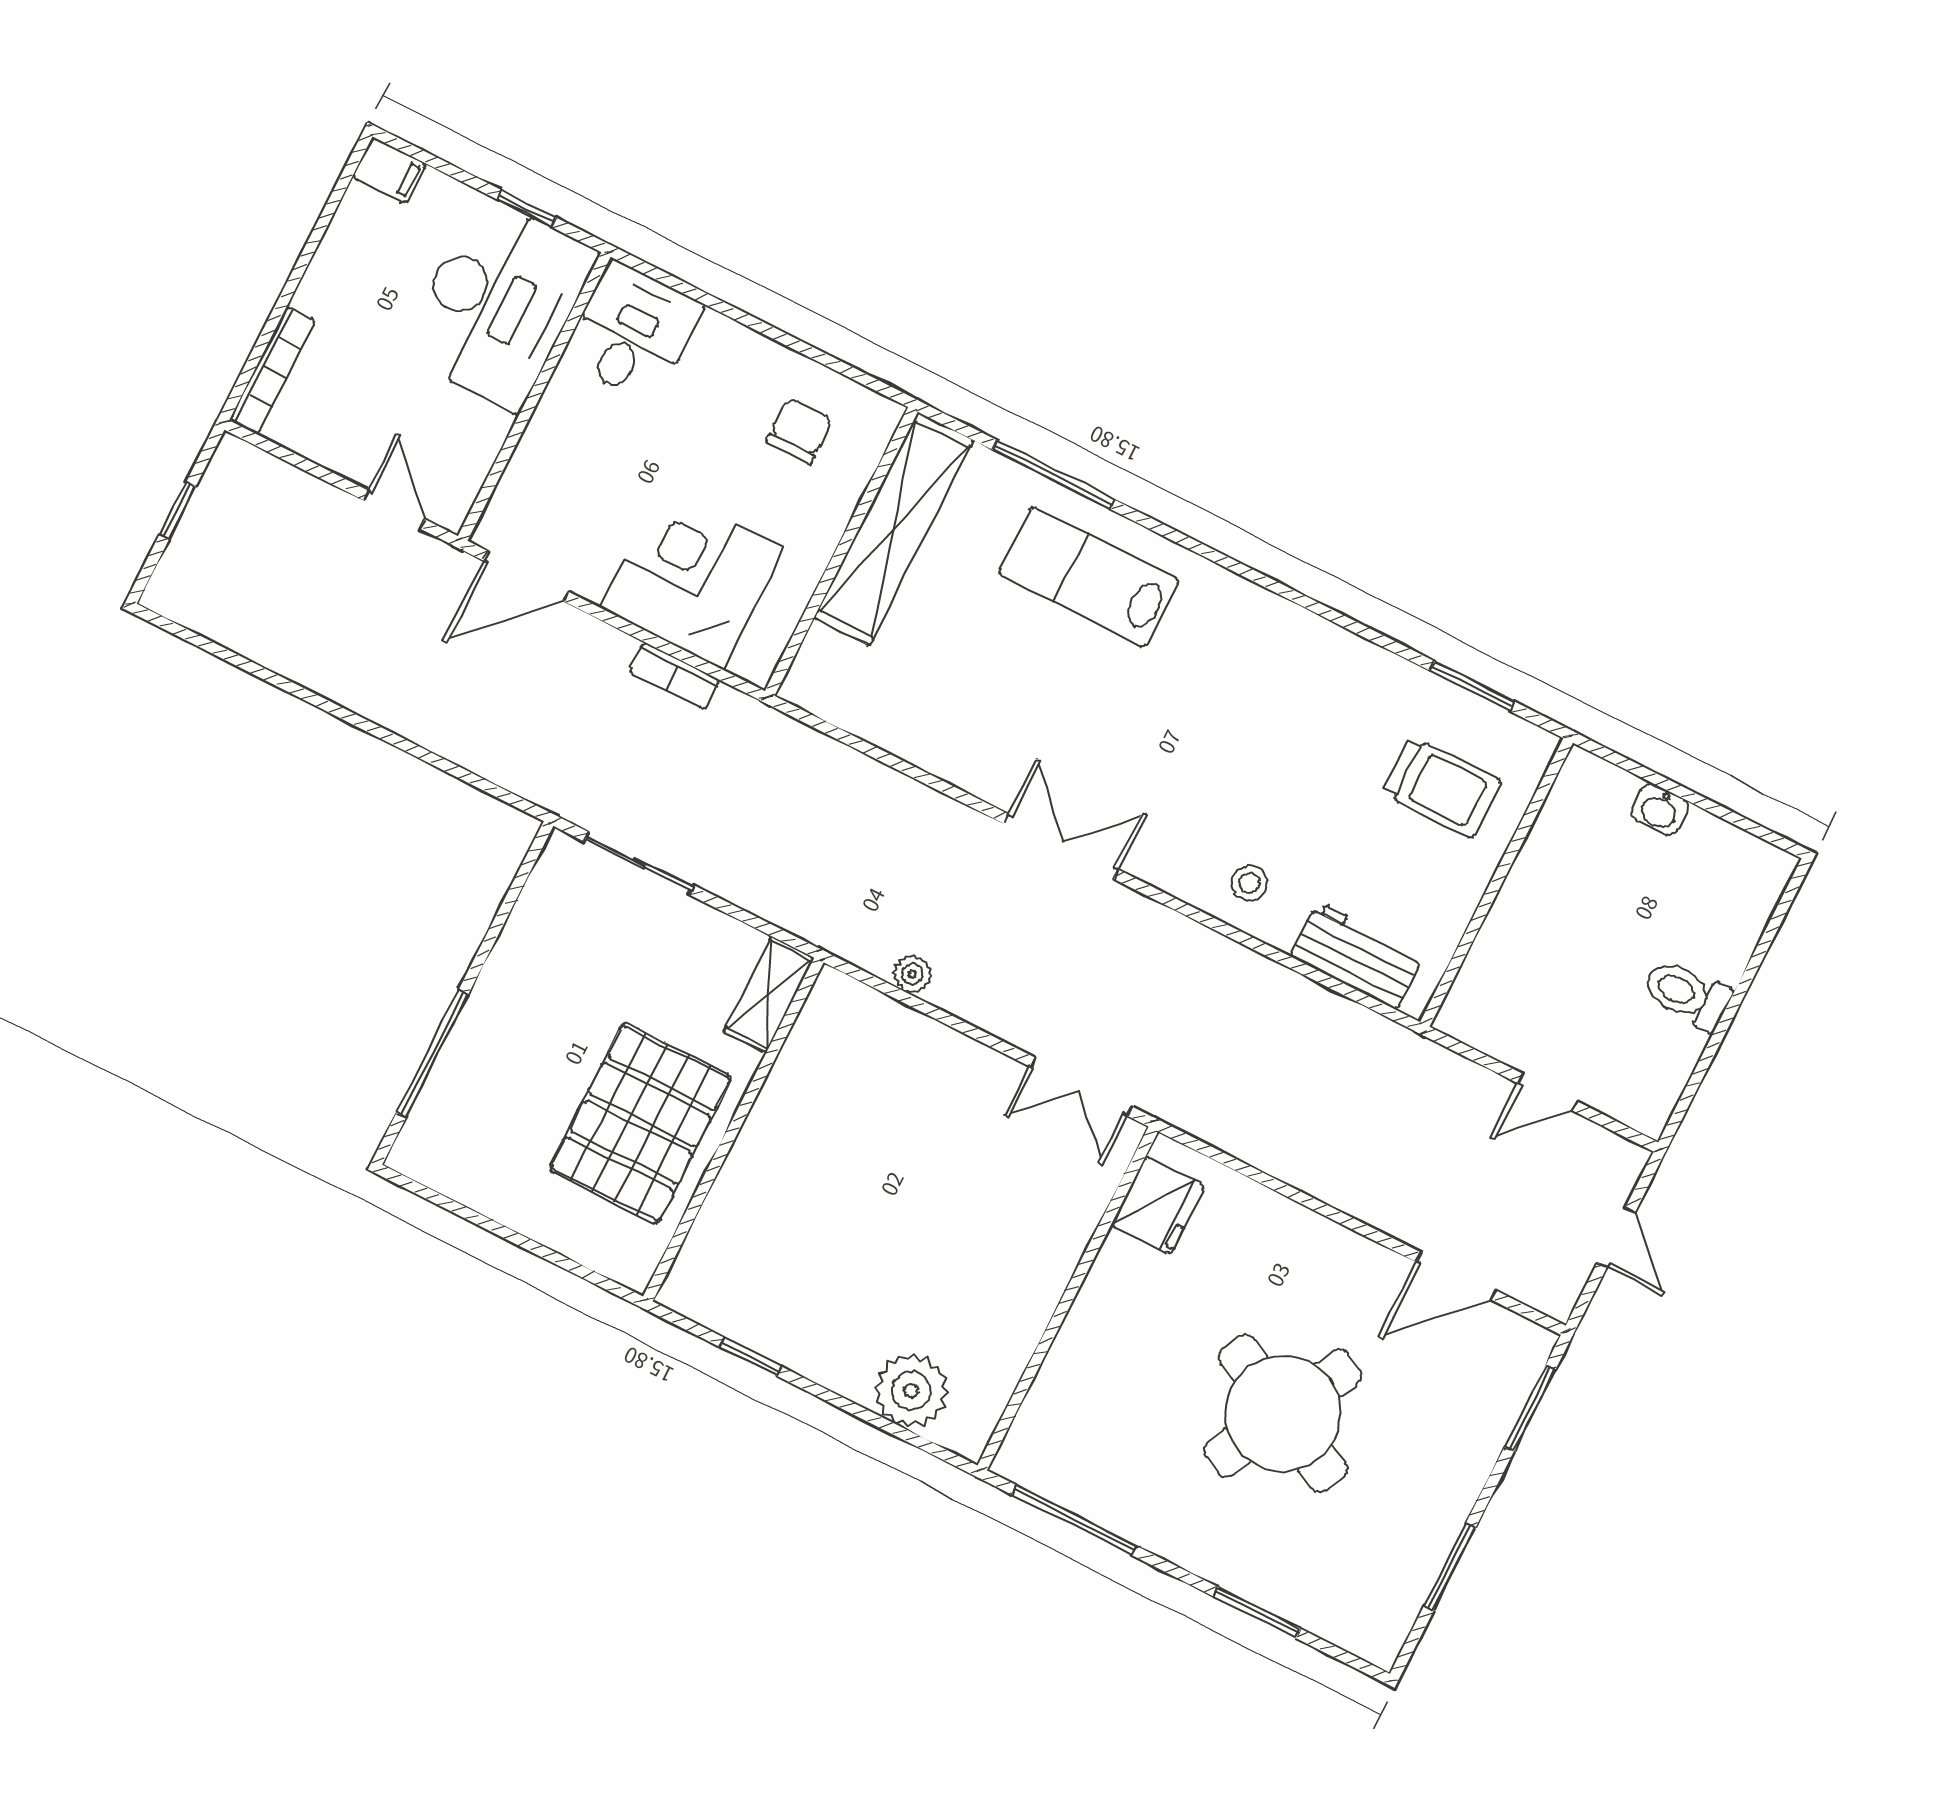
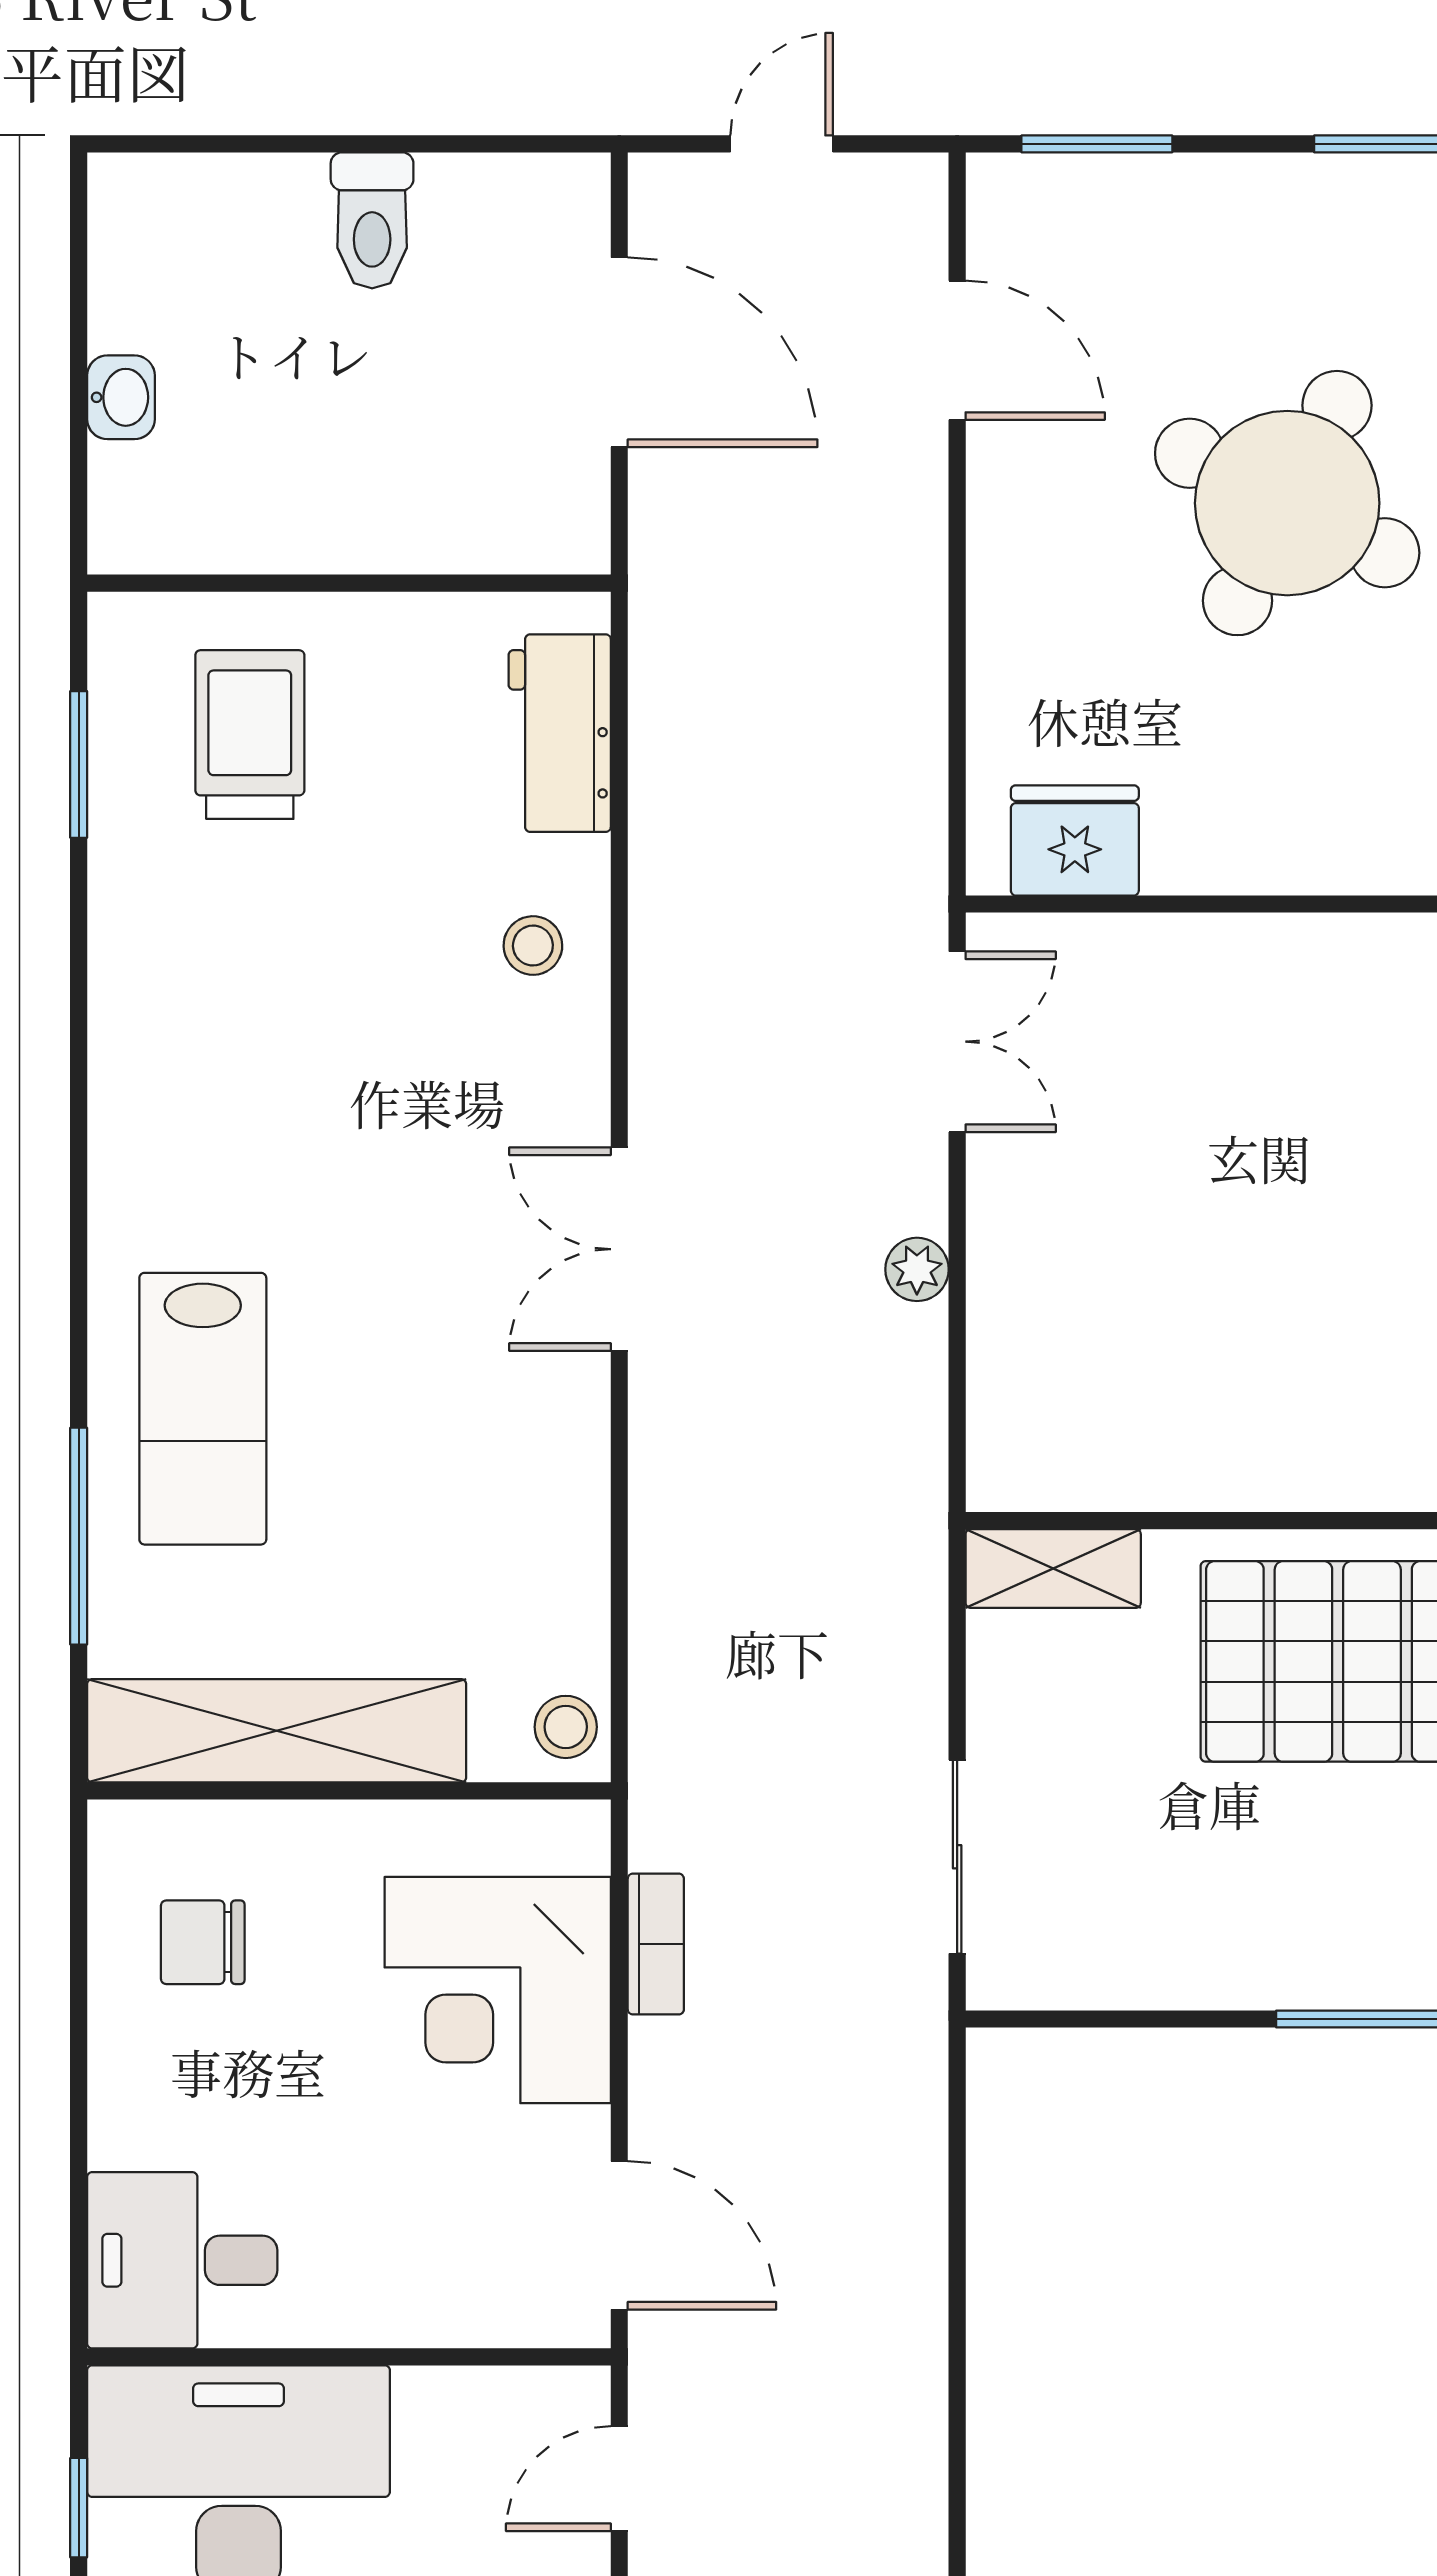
stool: (817, 687) -> (566, 1727), added
plant: (912, 974) -> (917, 1269), moved
door: (1548, 1092) -> (619, 352), width x1.87

